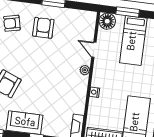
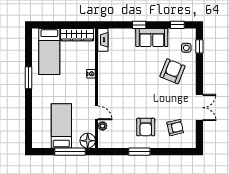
window: (128, 12) -> (70, 152), width x1.44
plant: (85, 70) -> (103, 126), moved

